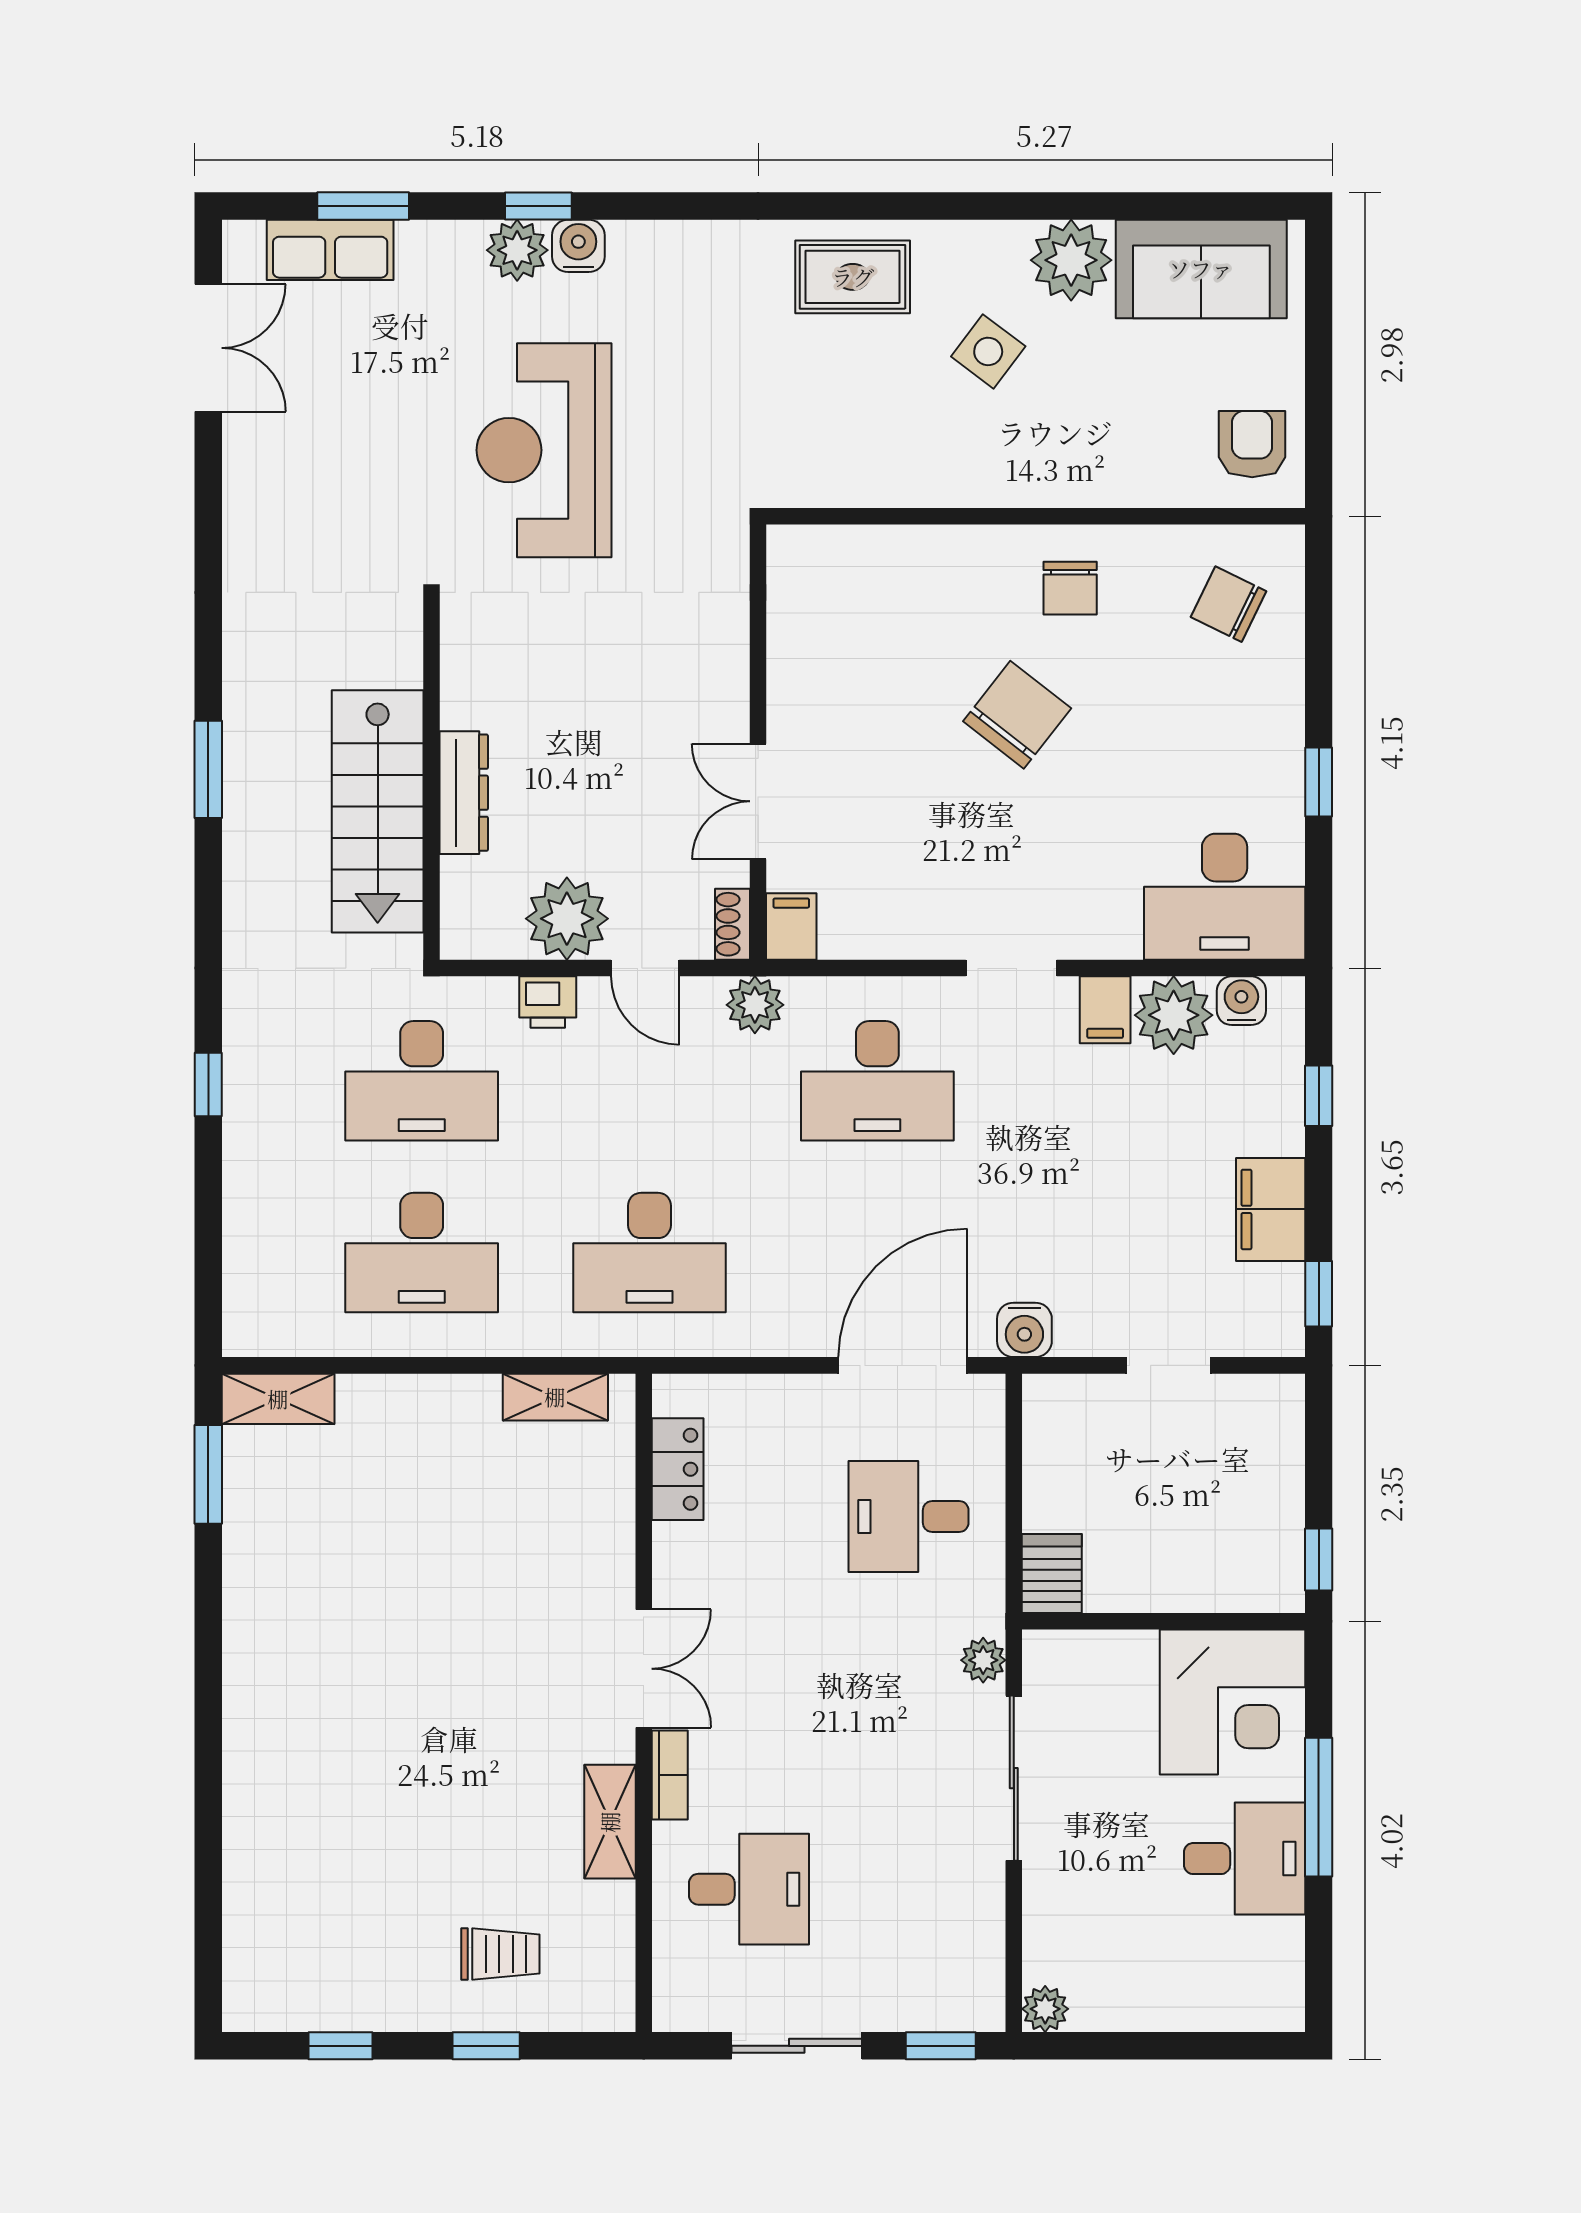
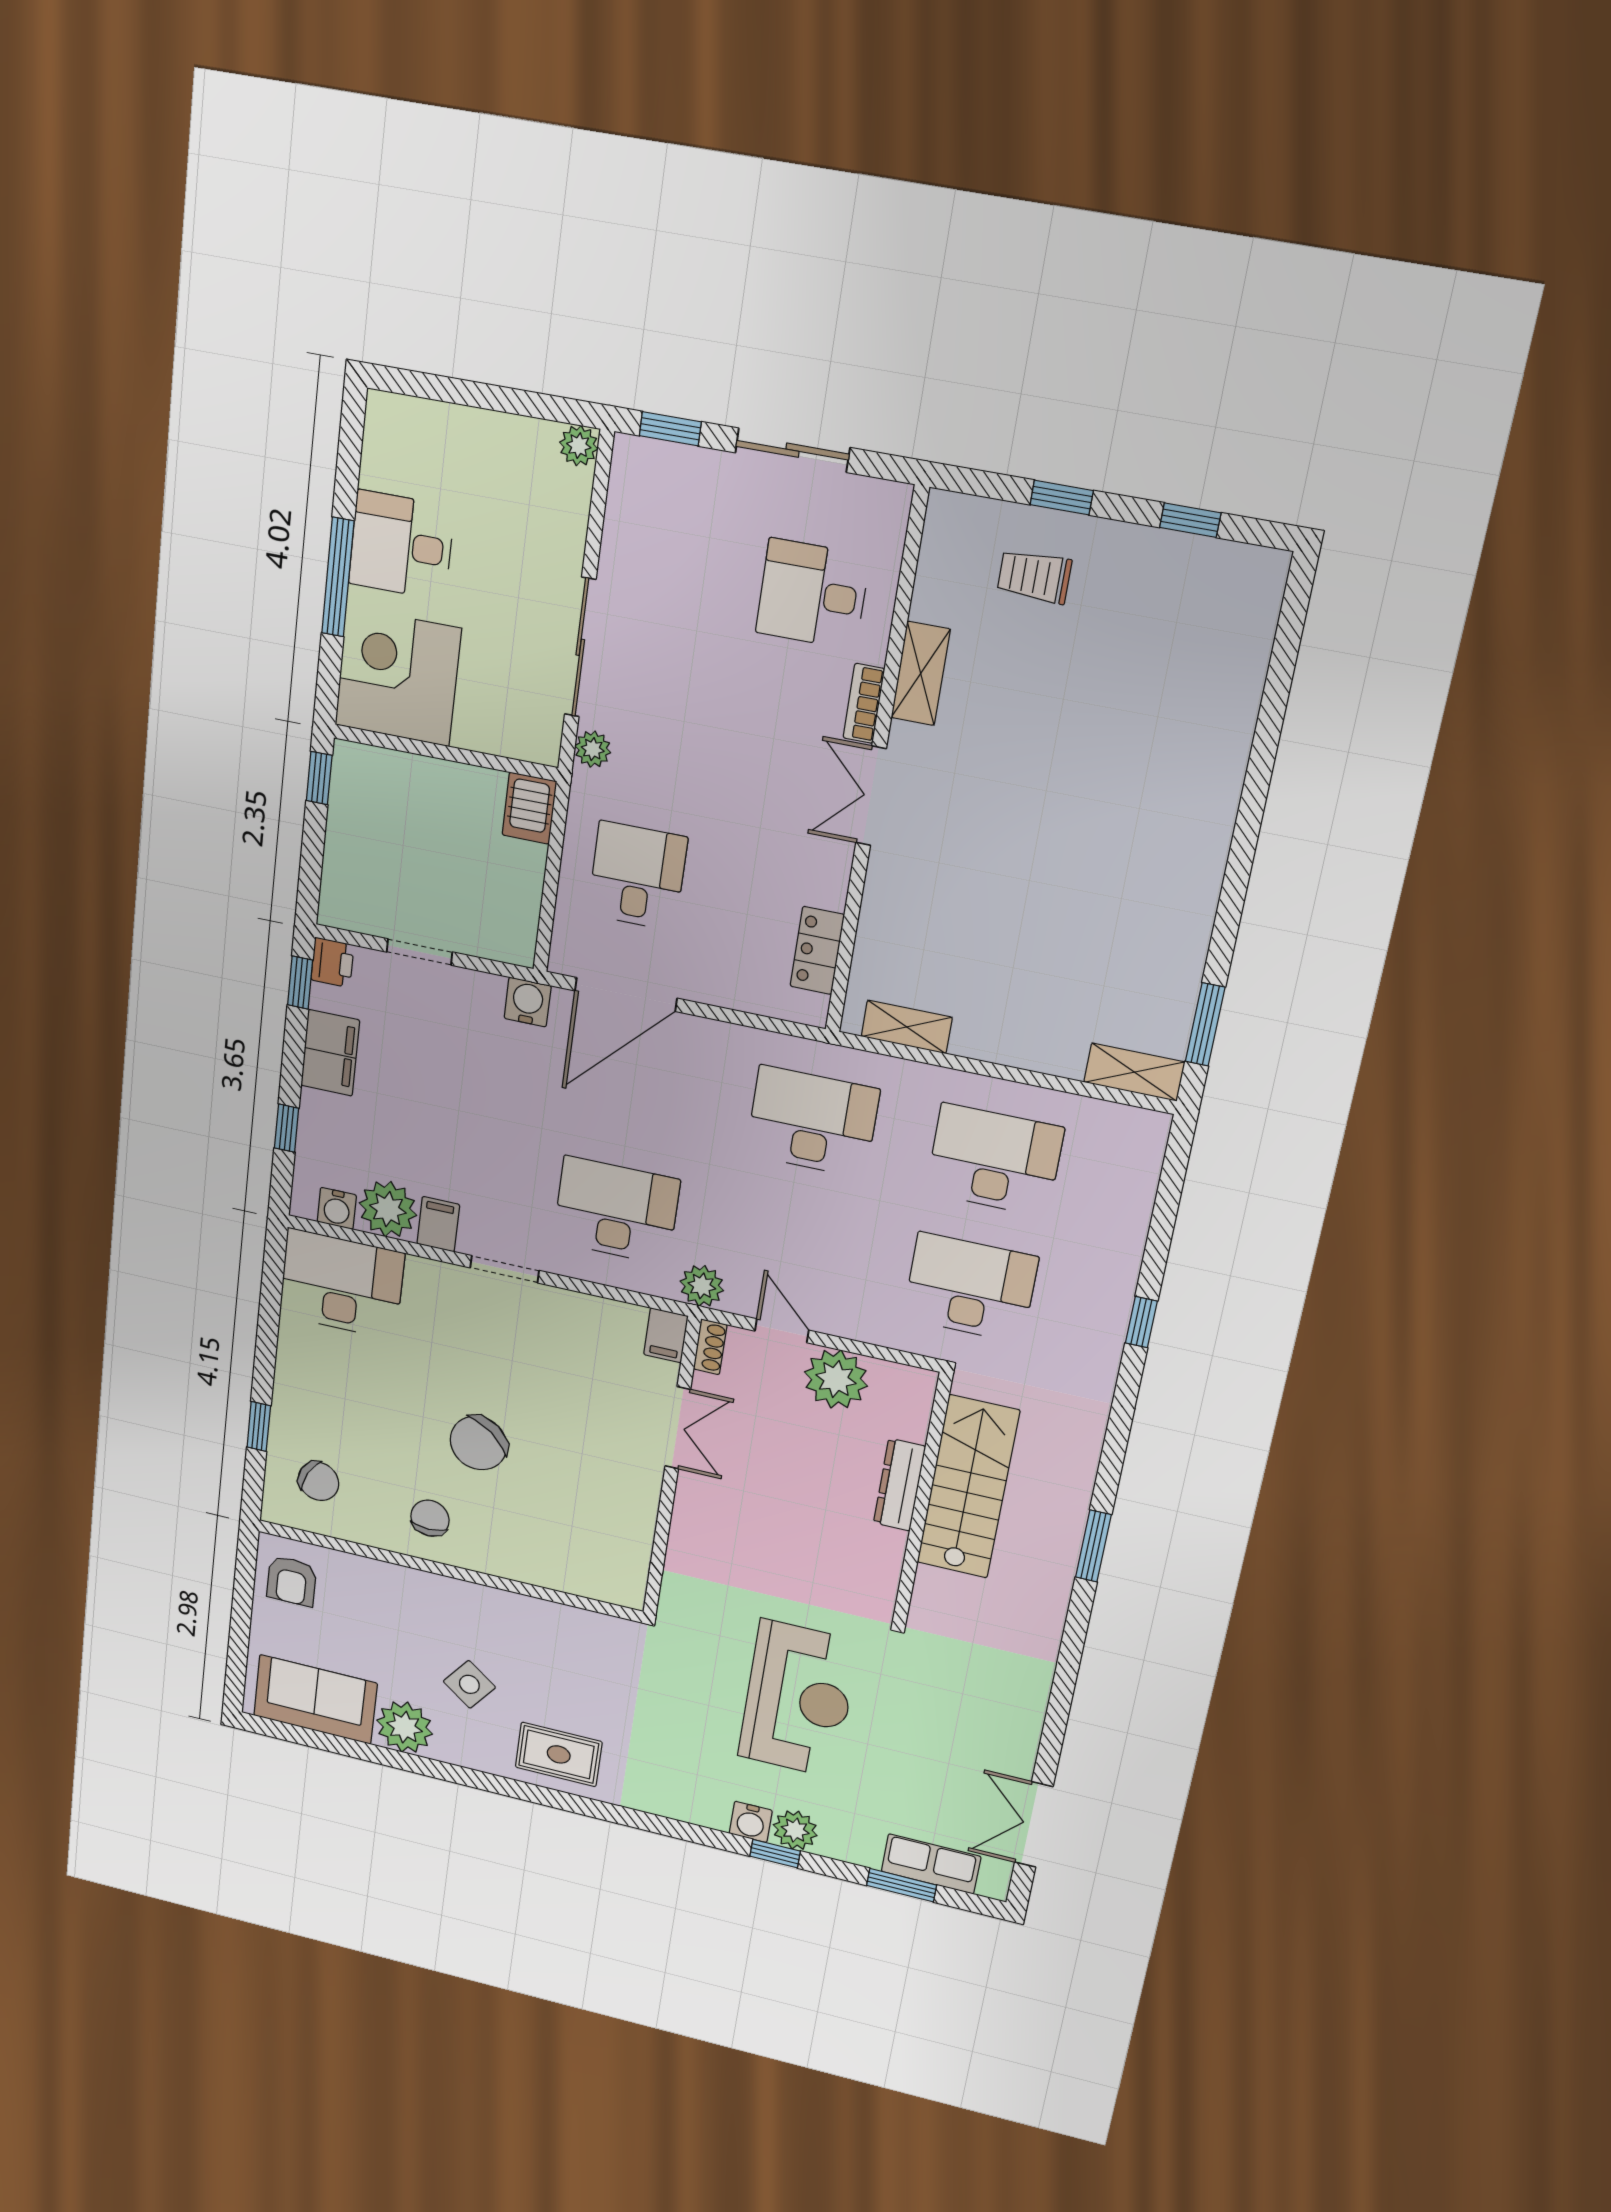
window: (1319, 782) -> (259, 1426), moved
printer: (548, 1002) -> (332, 962), moved, turned 90
desk: (909, 1516) -> (637, 876), turned -90

